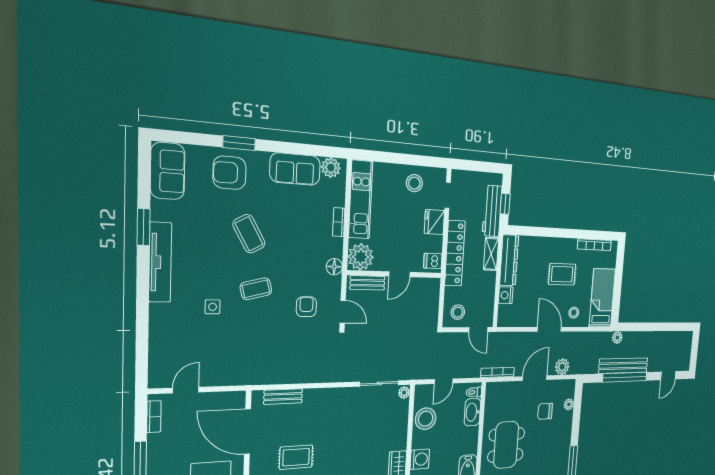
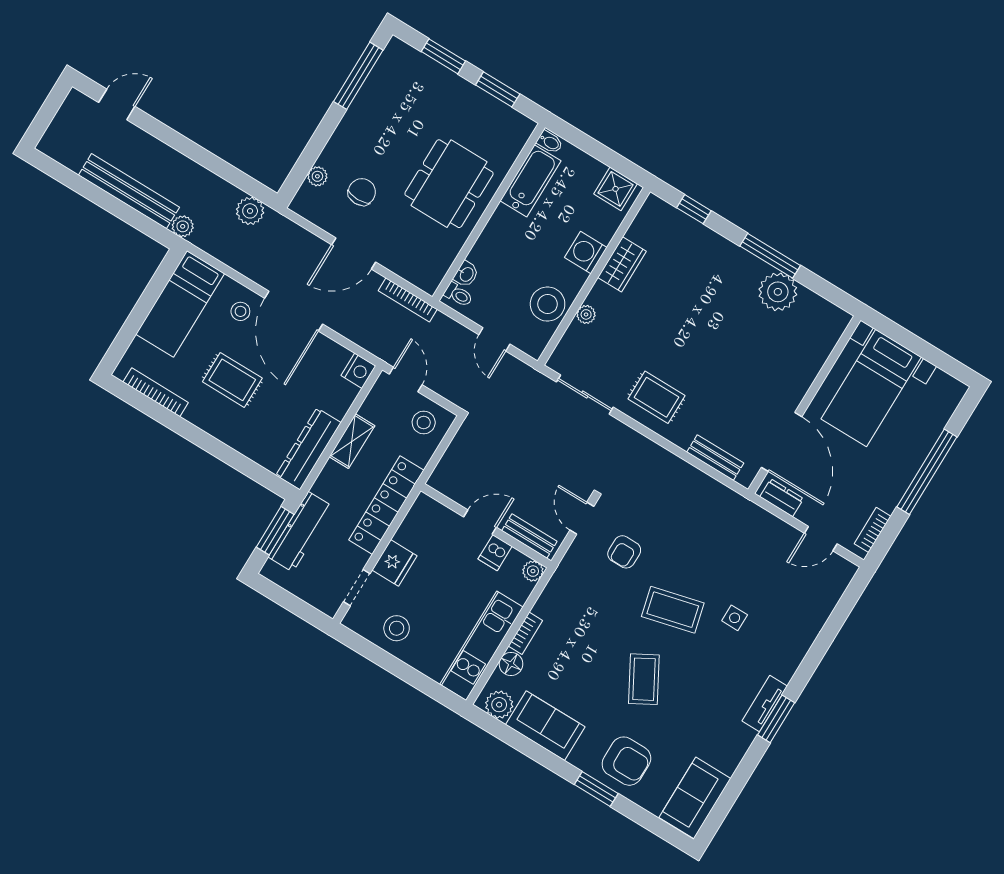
window: (505, 204) -> (275, 531), width x1.50
window: (144, 227) -> (776, 719), moved
shelving: (491, 254) -> (352, 441), moved
plant: (361, 257) -> (533, 571), width x0.53, depth x0.53
dishwasher: (433, 261) -> (495, 553), moved, turned 90
tv unit: (160, 262) -> (765, 703), width x0.52, depth x0.78
floor lamp: (334, 267) -> (511, 664), moved
coffee table: (256, 289) -> (673, 610), width x1.36, depth x1.30
nightstand: (506, 295) -> (358, 371), moved
door: (549, 329) -> (294, 311), width x1.36
bench: (623, 366) -> (129, 191), moved
plant: (562, 367) -> (250, 211), moved
window: (625, 377) -> (199, 155), removed
door: (444, 381) -> (494, 339), swing flipped
plant: (404, 393) -> (586, 314), moved
dresser: (227, 399) -> (782, 498), added
chair: (545, 411) -> (362, 192), turned -90
washbasin: (472, 412) -> (466, 274), width x0.52, depth x0.69
rug: (296, 457) -> (656, 397), moved

